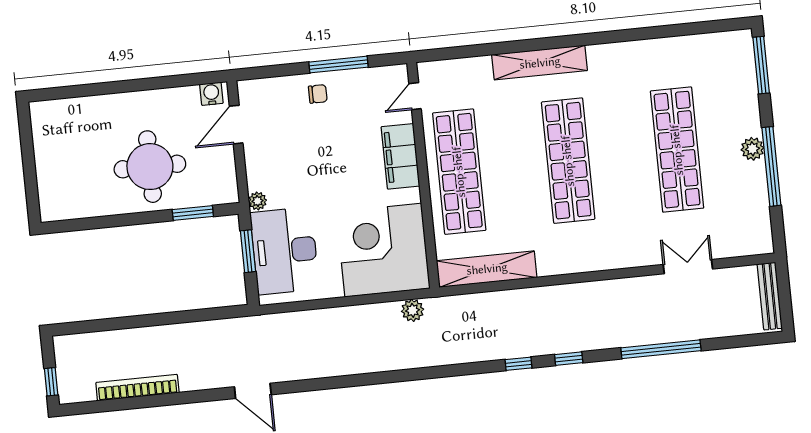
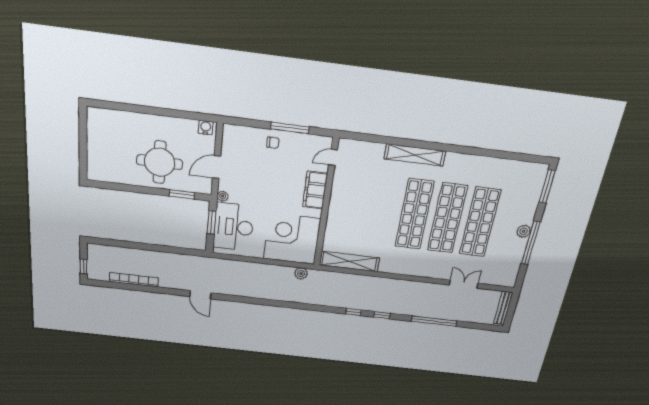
door: (236, 125) -> (217, 167), moved
shop shelf: (459, 172) -> (447, 218), moved

